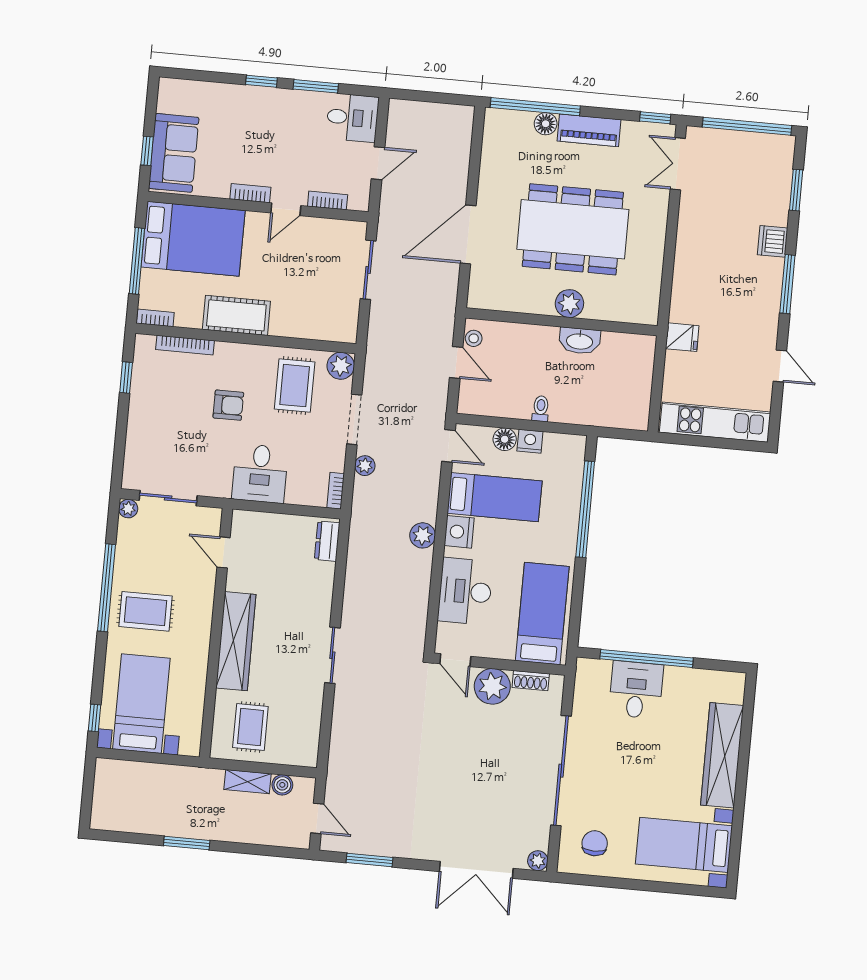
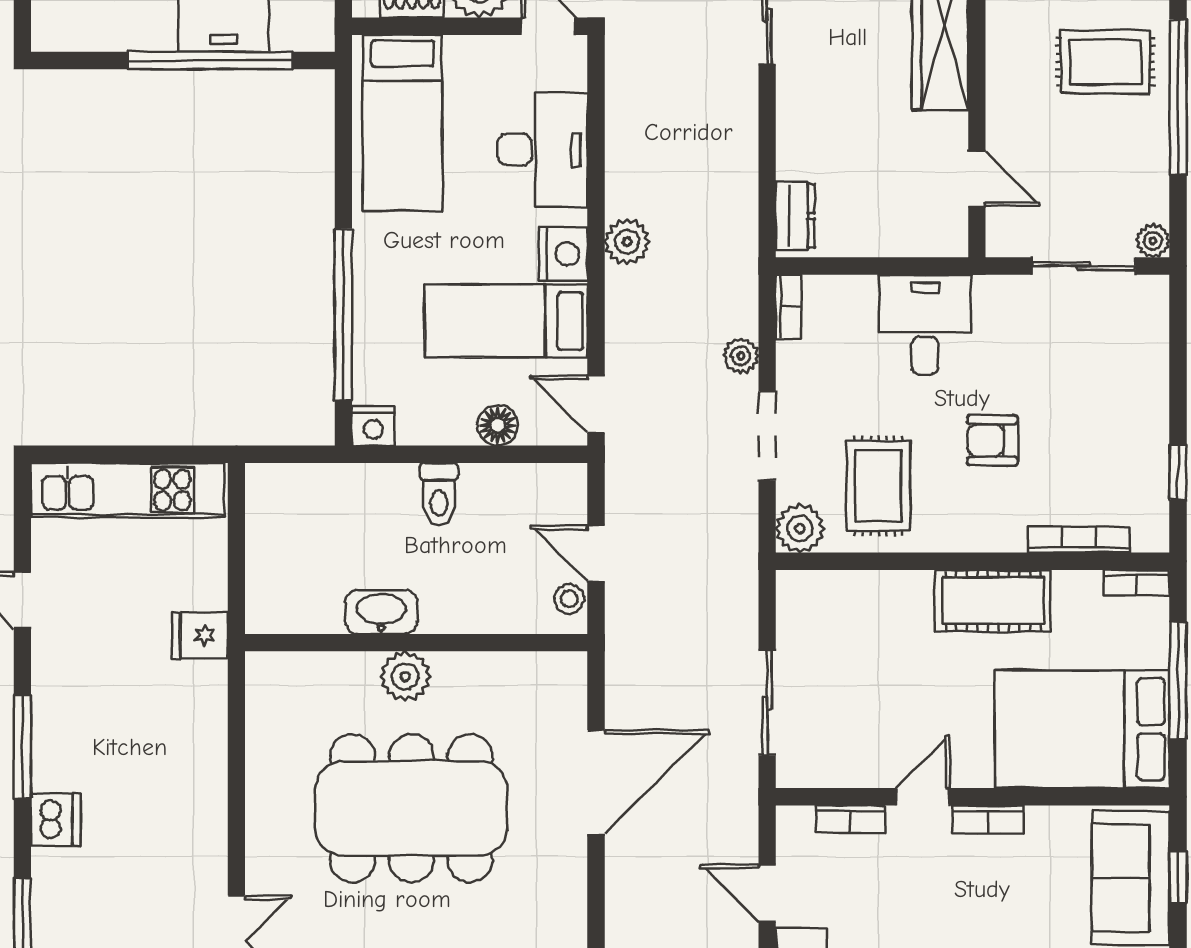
door: (378, 163) -> (767, 893), hinge flipped
toilet: (541, 409) -> (439, 494), width x1.37, depth x1.39
nightstand: (530, 441) -> (373, 426), moved

